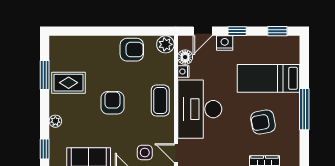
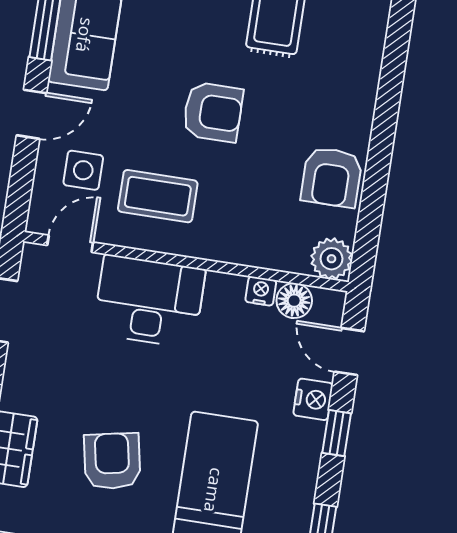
coffee table: (160, 101) -> (158, 196), moved
desk: (200, 109) -> (149, 301), width x0.73, depth x0.77

